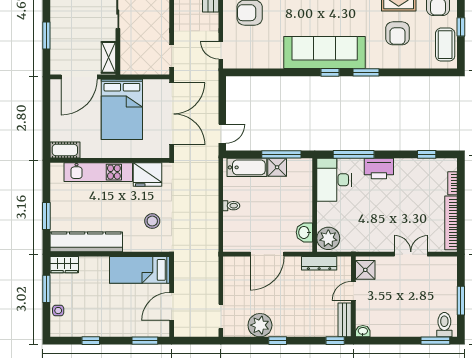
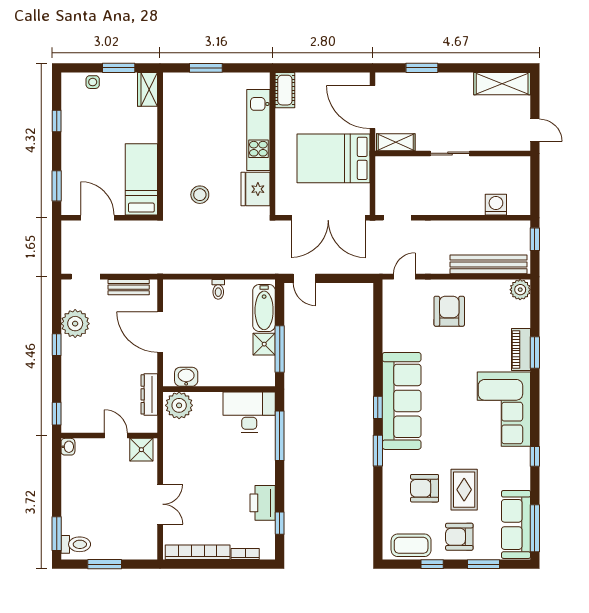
printer: (379, 169) -> (263, 503), moved
kitchen counter: (86, 242) -> (175, 116), removed
bench: (345, 320) -> (129, 287), moved

